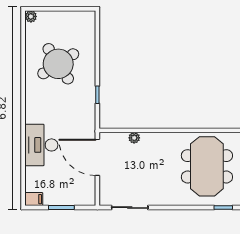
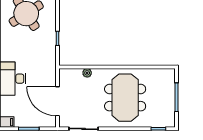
door: (97, 157) -> (58, 101), moved
meeting table: (207, 166) -> (125, 98), moved

